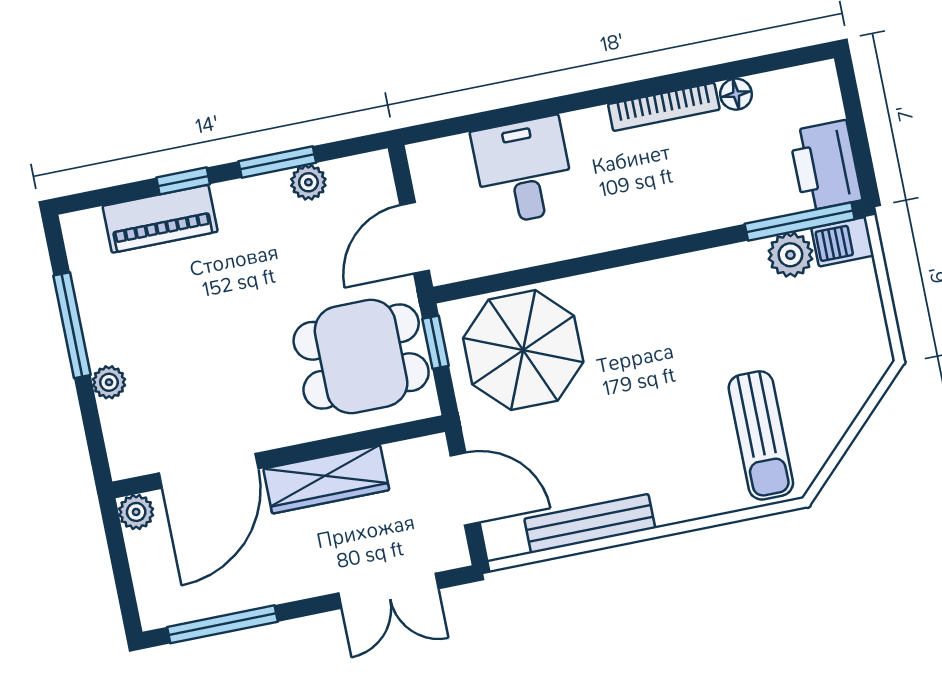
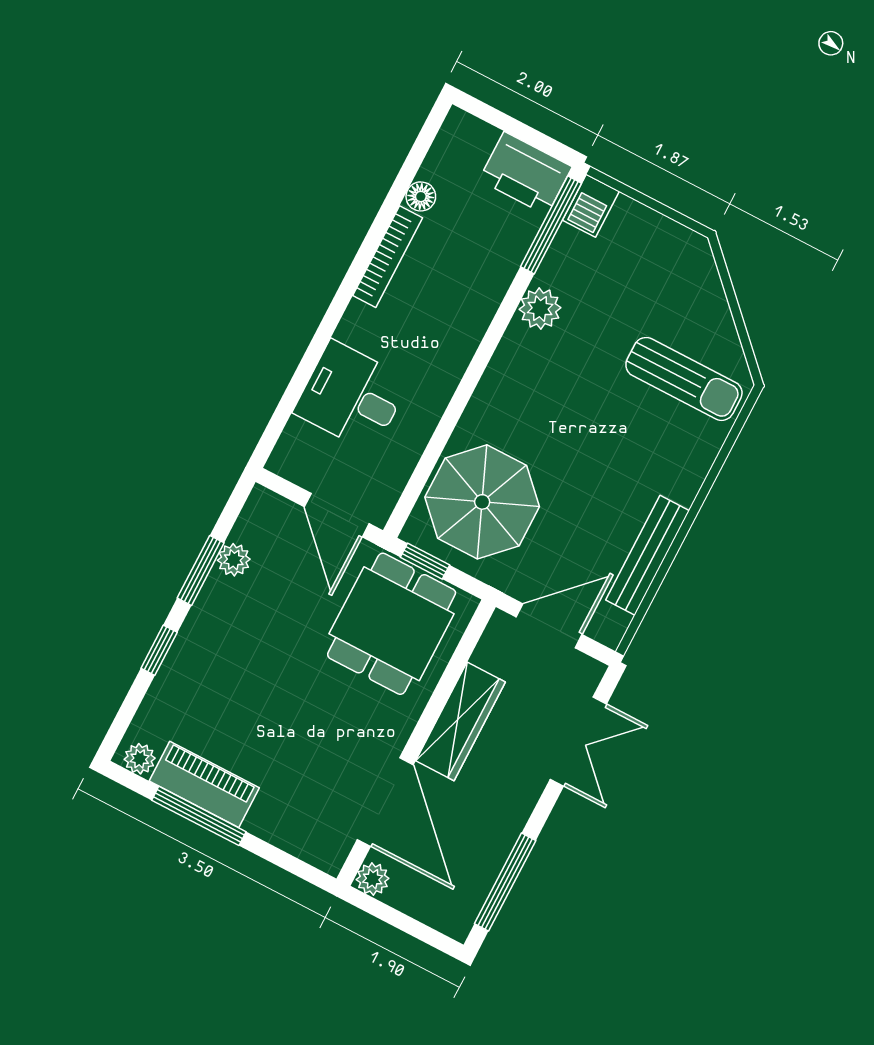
piano: (160, 219) -> (204, 784), moved, turned -90
plant: (790, 255) -> (540, 309), moved
plant: (109, 382) -> (140, 759), moved

